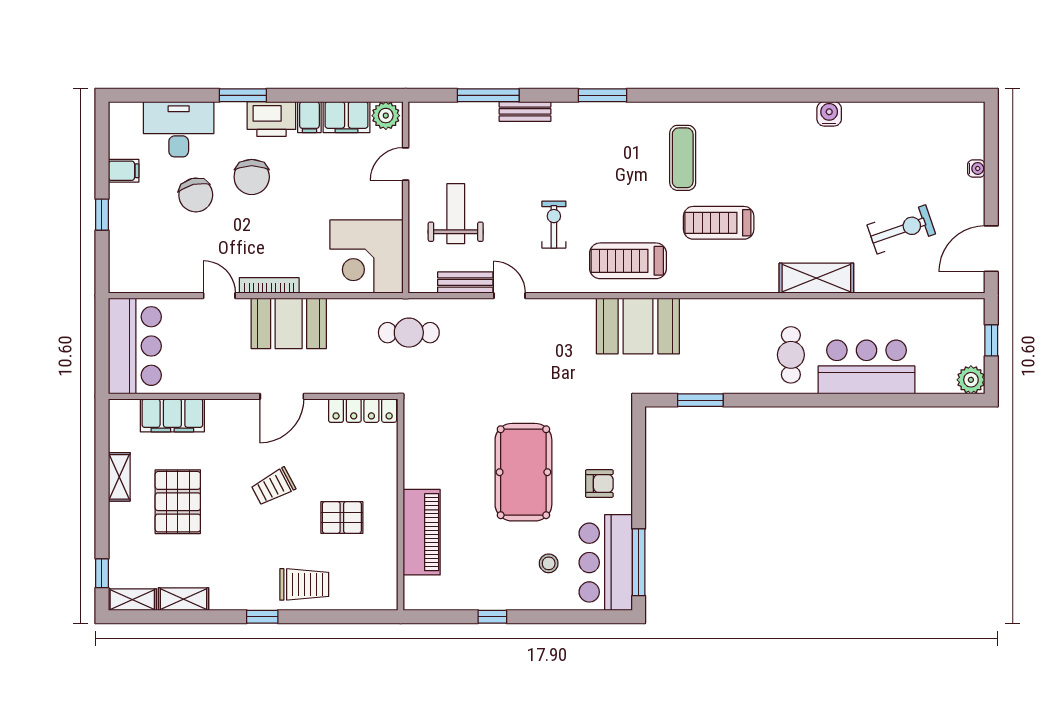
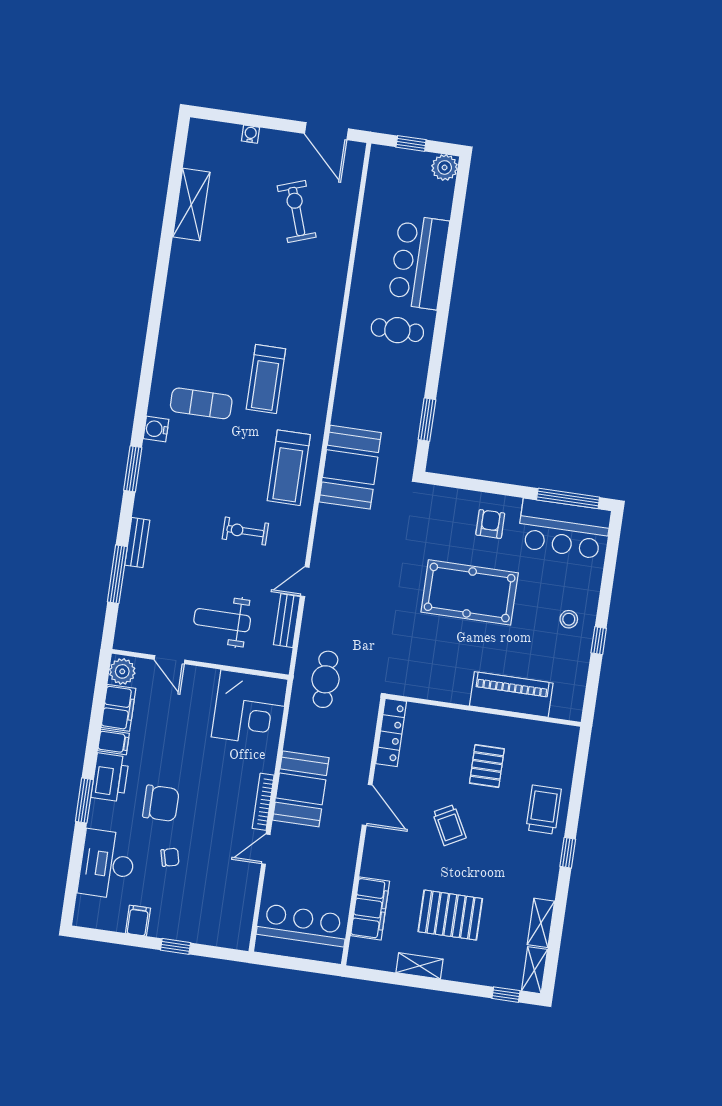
water cooler: (829, 114) -> (156, 429), moved
chair: (196, 195) -> (170, 857), width x0.54, depth x0.54
shelving: (816, 278) -> (191, 204), moved
stool: (549, 563) -> (569, 619), moved

